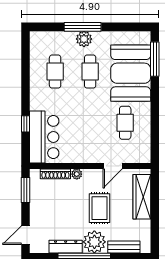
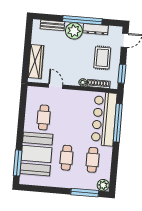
window: (83, 27) -> (85, 193), moved
plant: (84, 39) -> (103, 185), moved
window: (25, 124) -> (118, 123), width x3.17
bar counter: (44, 137) -> (104, 119), width x1.36
door: (113, 166) -> (56, 86), hinge flipped
rug: (100, 208) -> (102, 58), moved

